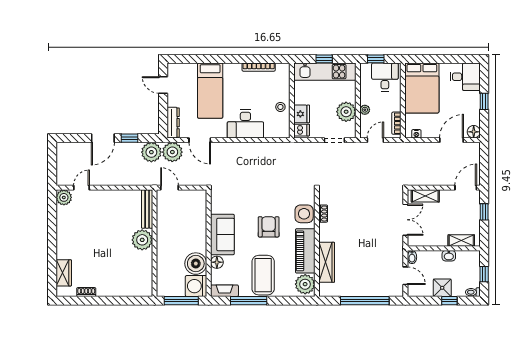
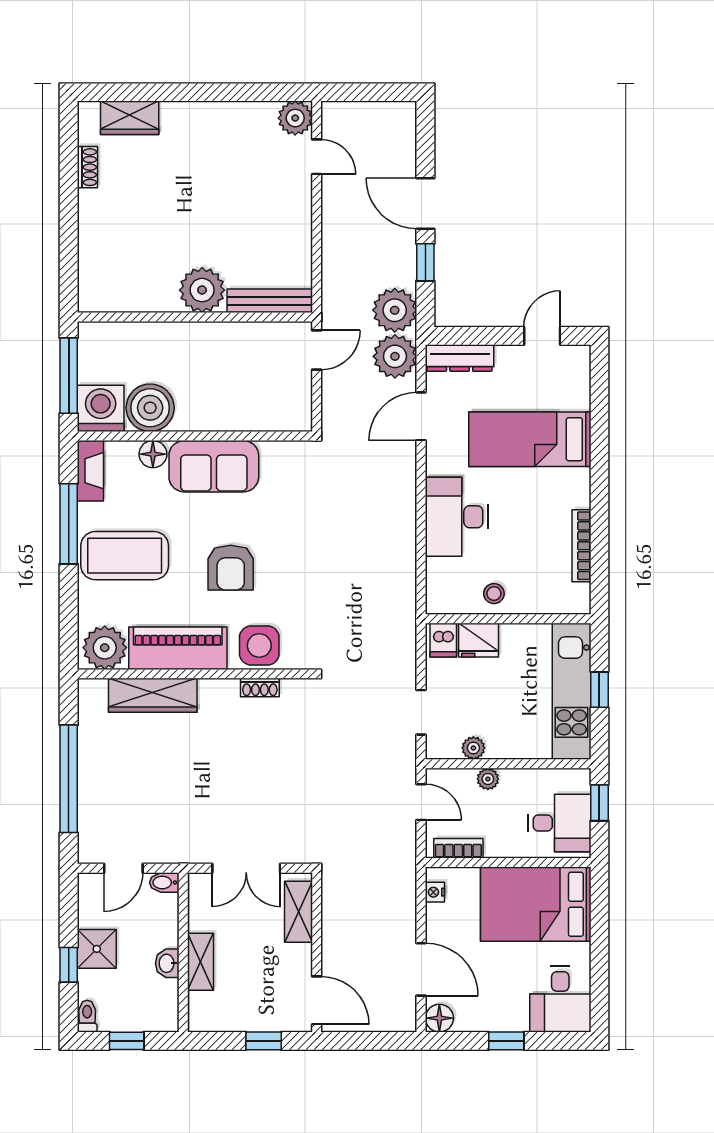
plant: (346, 112) -> (473, 748), width x0.53, depth x0.53
armchair: (269, 227) -> (231, 568), turned 90
shelving: (461, 241) -> (200, 962), moved

